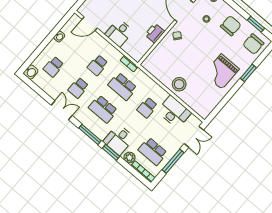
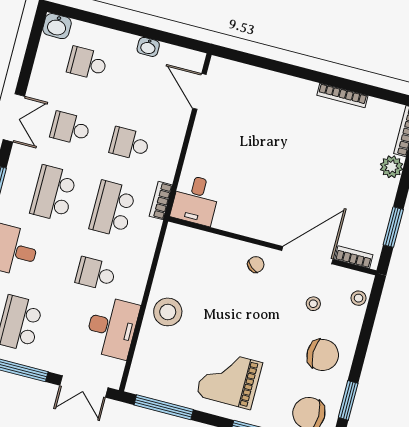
desk: (119, 33) -> (195, 200), moved, turned -90
printer: (155, 33) -> (240, 221), removed
window: (220, 106) -> (164, 407), added

